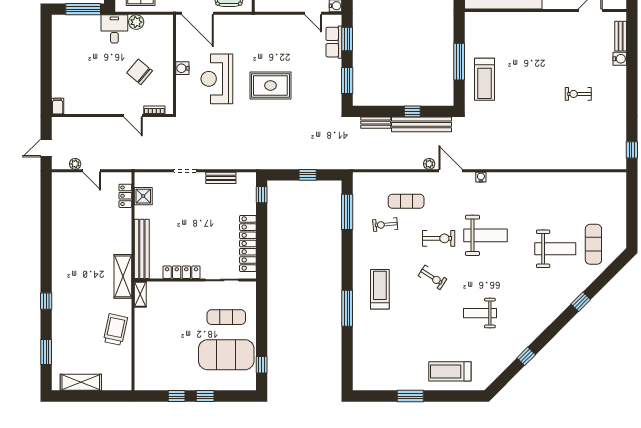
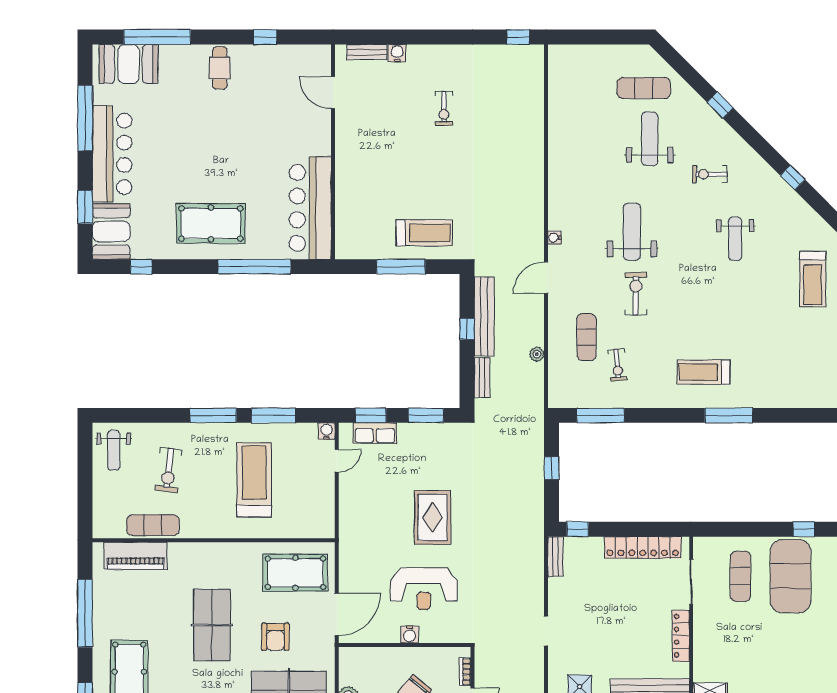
plant: (429, 164) -> (537, 354), moved
bench: (221, 178) -> (555, 557), moved
exercise bike: (432, 277) -> (710, 174), moved, turned -123

